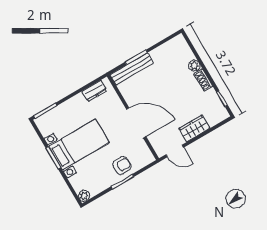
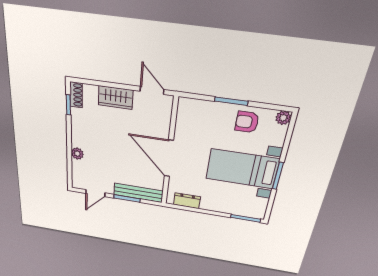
door: (161, 43) -> (95, 193), added
shoe rack: (203, 80) -> (76, 95), moved
door: (136, 123) -> (169, 158), moved
armchair: (122, 166) -> (247, 122), moved

